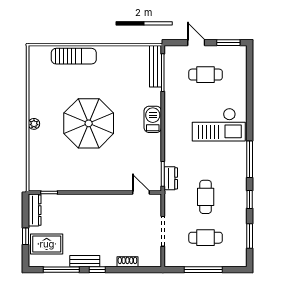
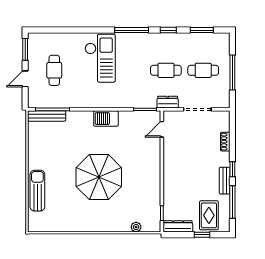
barbecue: (153, 119) -> (106, 119), moved
plant: (34, 124) -> (136, 227), moved
dresser: (171, 178) -> (168, 102), moved
cafe table: (206, 238) -> (203, 70), turned 90

